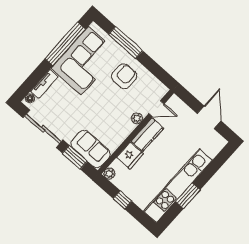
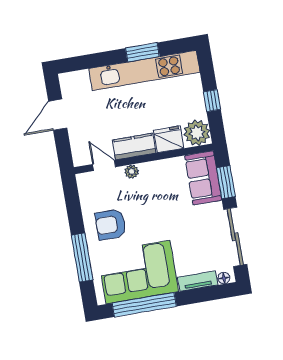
plant: (109, 174) -> (197, 133), width x1.88, depth x1.88

